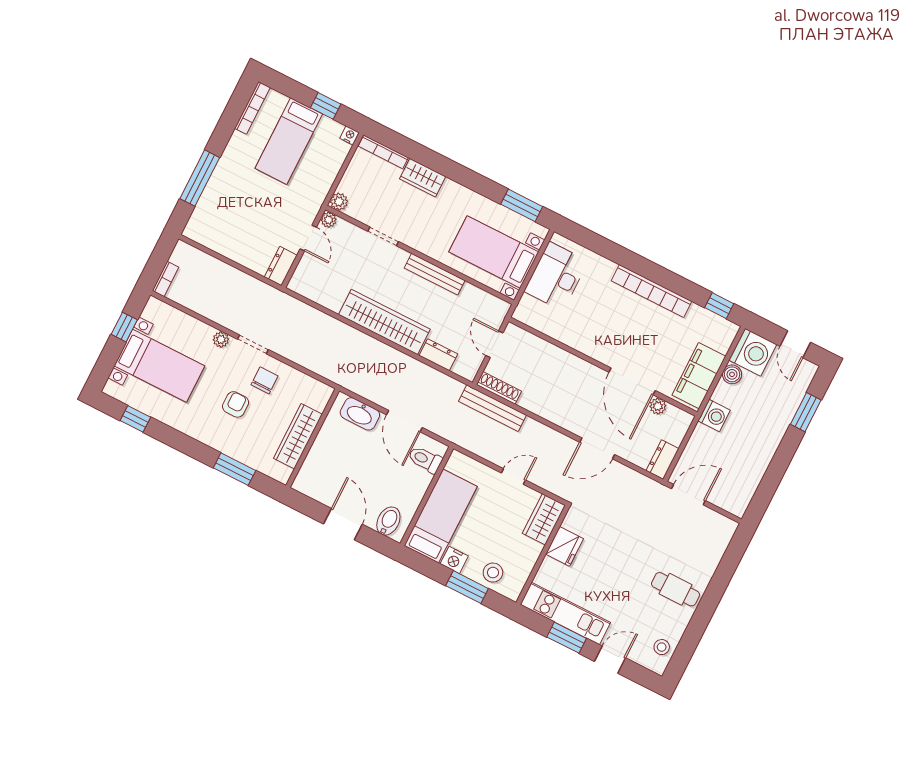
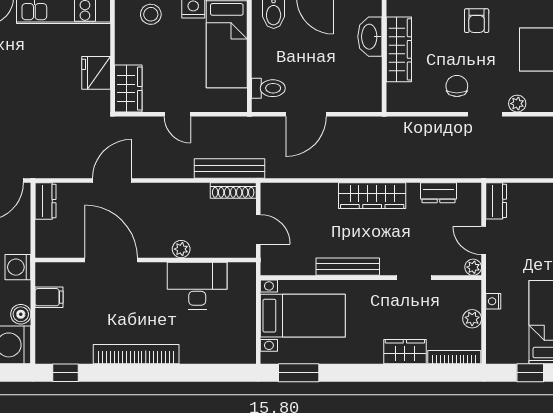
nightstand: (349, 135) -> (493, 301), moved, turned 90
plant: (339, 202) -> (472, 319), moved
desk: (556, 276) -> (197, 286), moved, turned -90
wardrobe: (384, 322) -> (372, 196), width x0.71, depth x0.85
dresser: (438, 355) -> (438, 193), moved
filing cabinet: (699, 376) -> (49, 297), width x0.33, depth x0.86
chair: (265, 380) -> (457, 86), turned 180
armchair: (236, 404) -> (477, 21), moved
plant: (658, 406) -> (181, 249), moved
washbasin: (360, 414) -> (370, 37), moved, turned -90
door: (404, 421) -> (306, 114), swing flipped
door: (513, 477) -> (177, 114), hinge flipped

